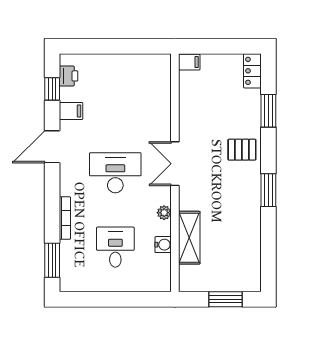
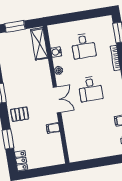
filing cabinet: (189, 62) -> (53, 128), moved
desk: (115, 173) -> (90, 89), width x0.73
shelving: (189, 238) -> (39, 44), moved

